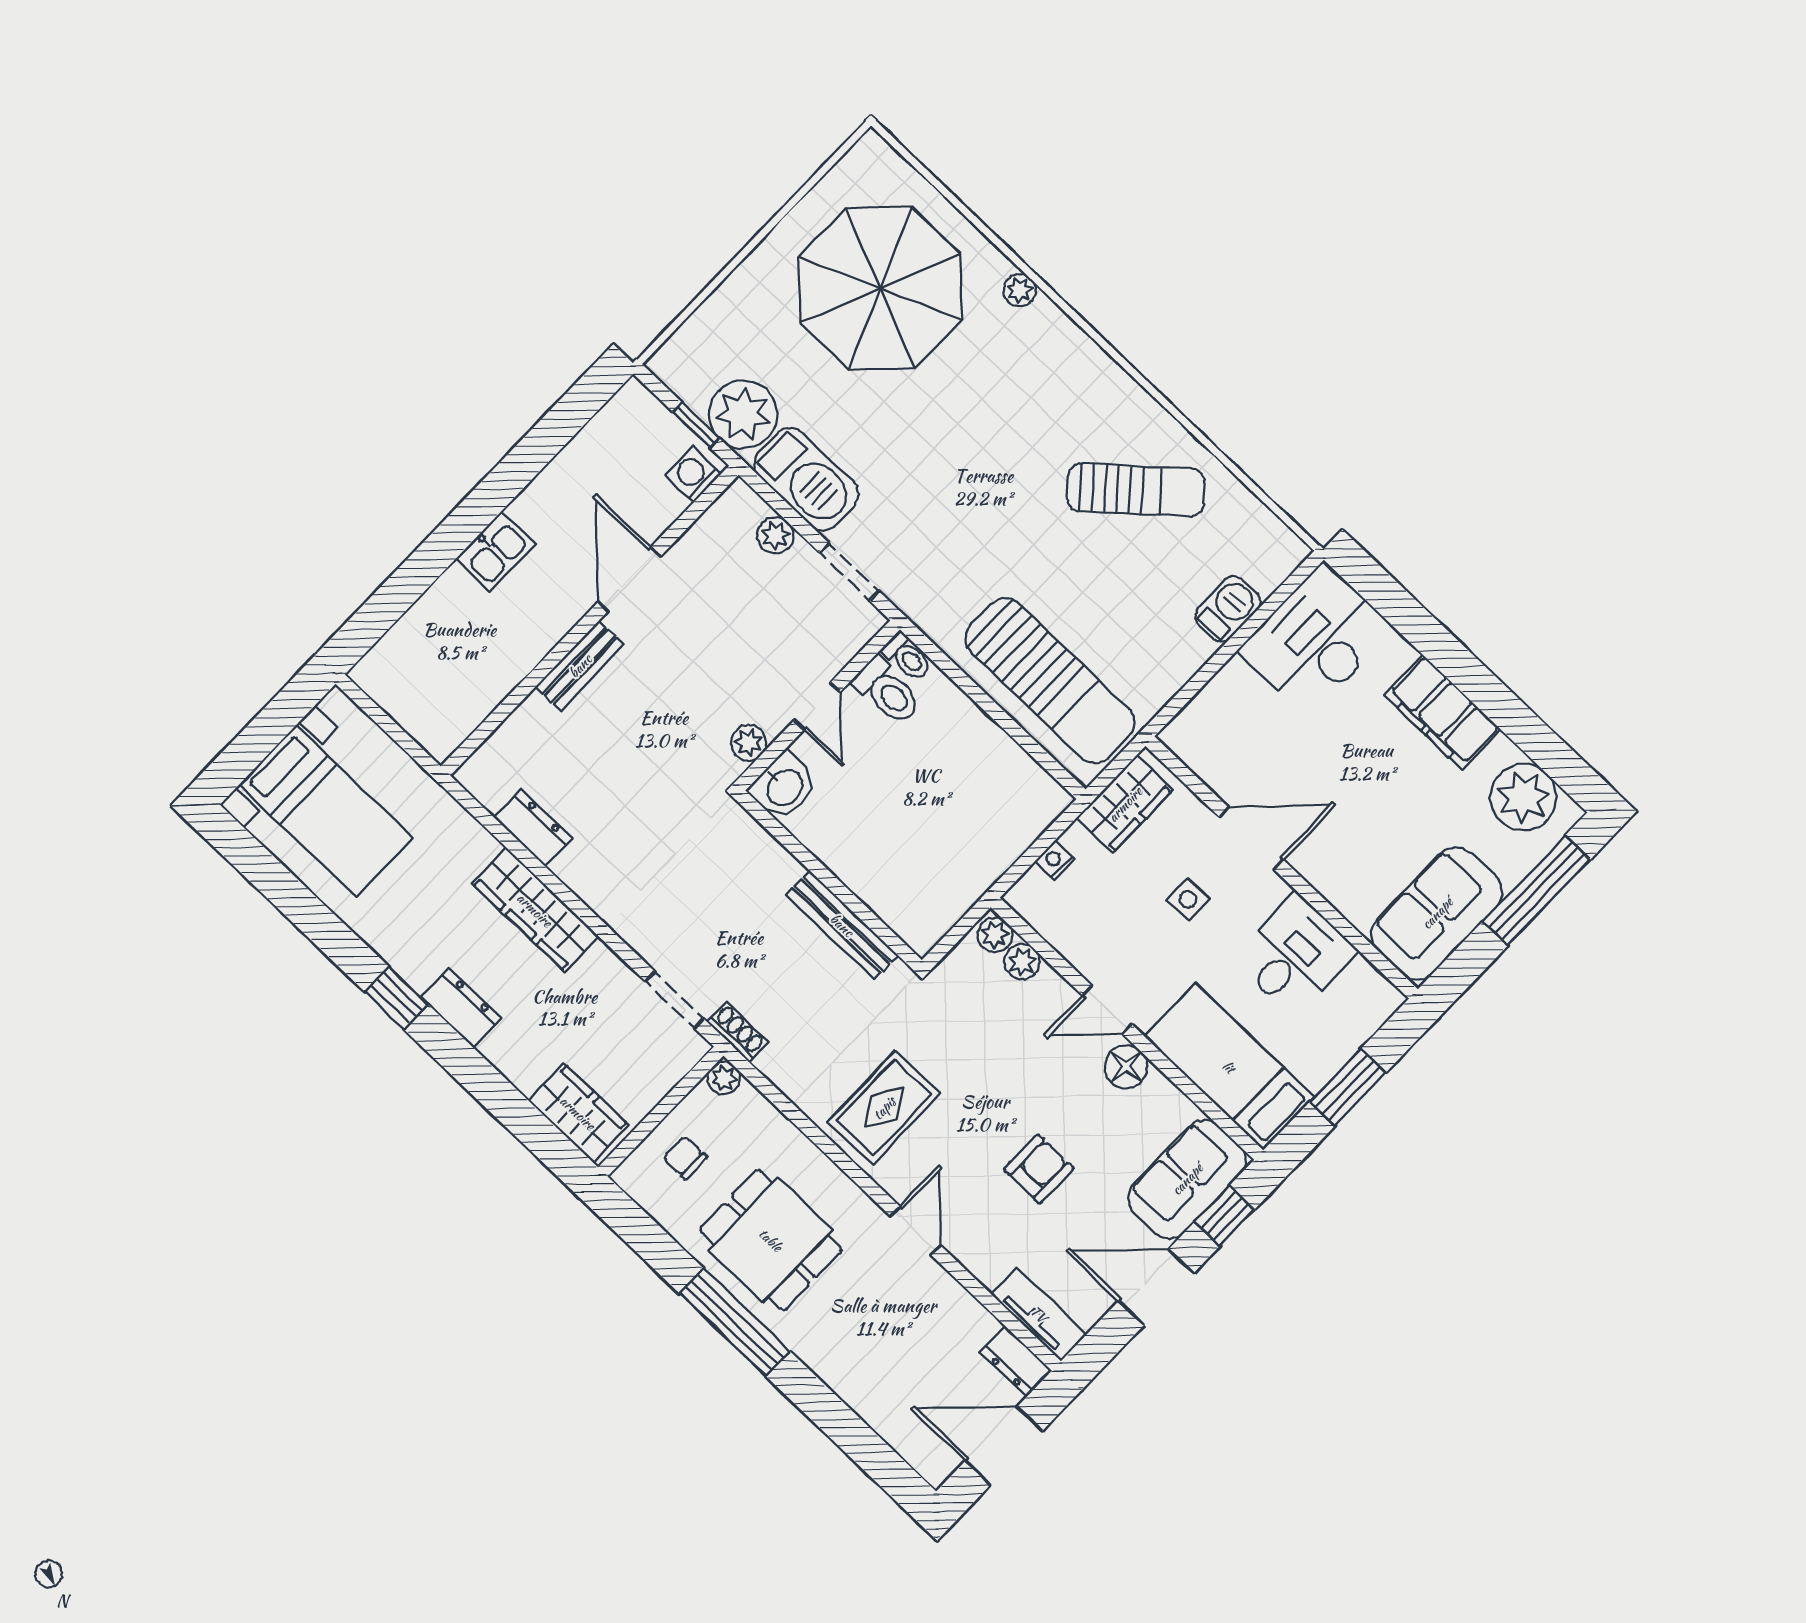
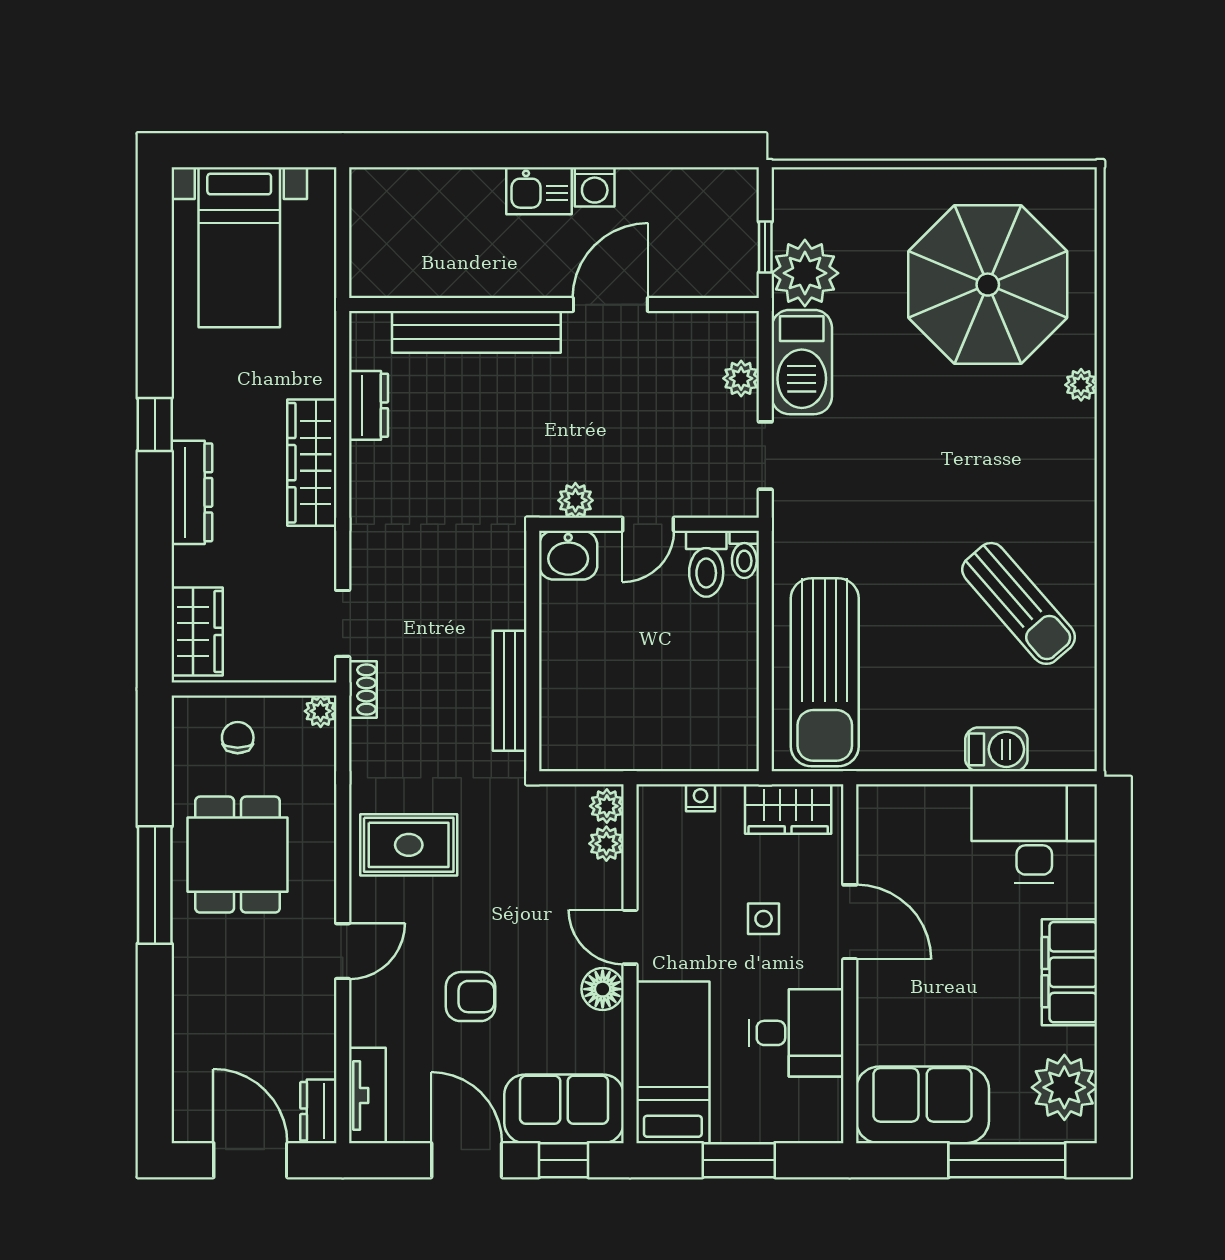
washing machine: (693, 474) -> (595, 187), moved, turned 180
bench: (580, 666) -> (476, 332), width x1.86, depth x1.21
dresser: (461, 1008) -> (192, 492), width x1.44

